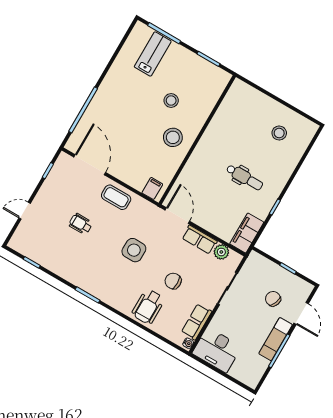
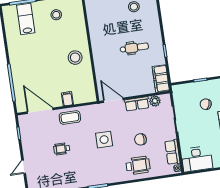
stool: (171, 101) -> (56, 15), moved
filing cabinet: (152, 188) -> (67, 99), moved
wheelchair: (148, 307) -> (138, 165), turned -90

